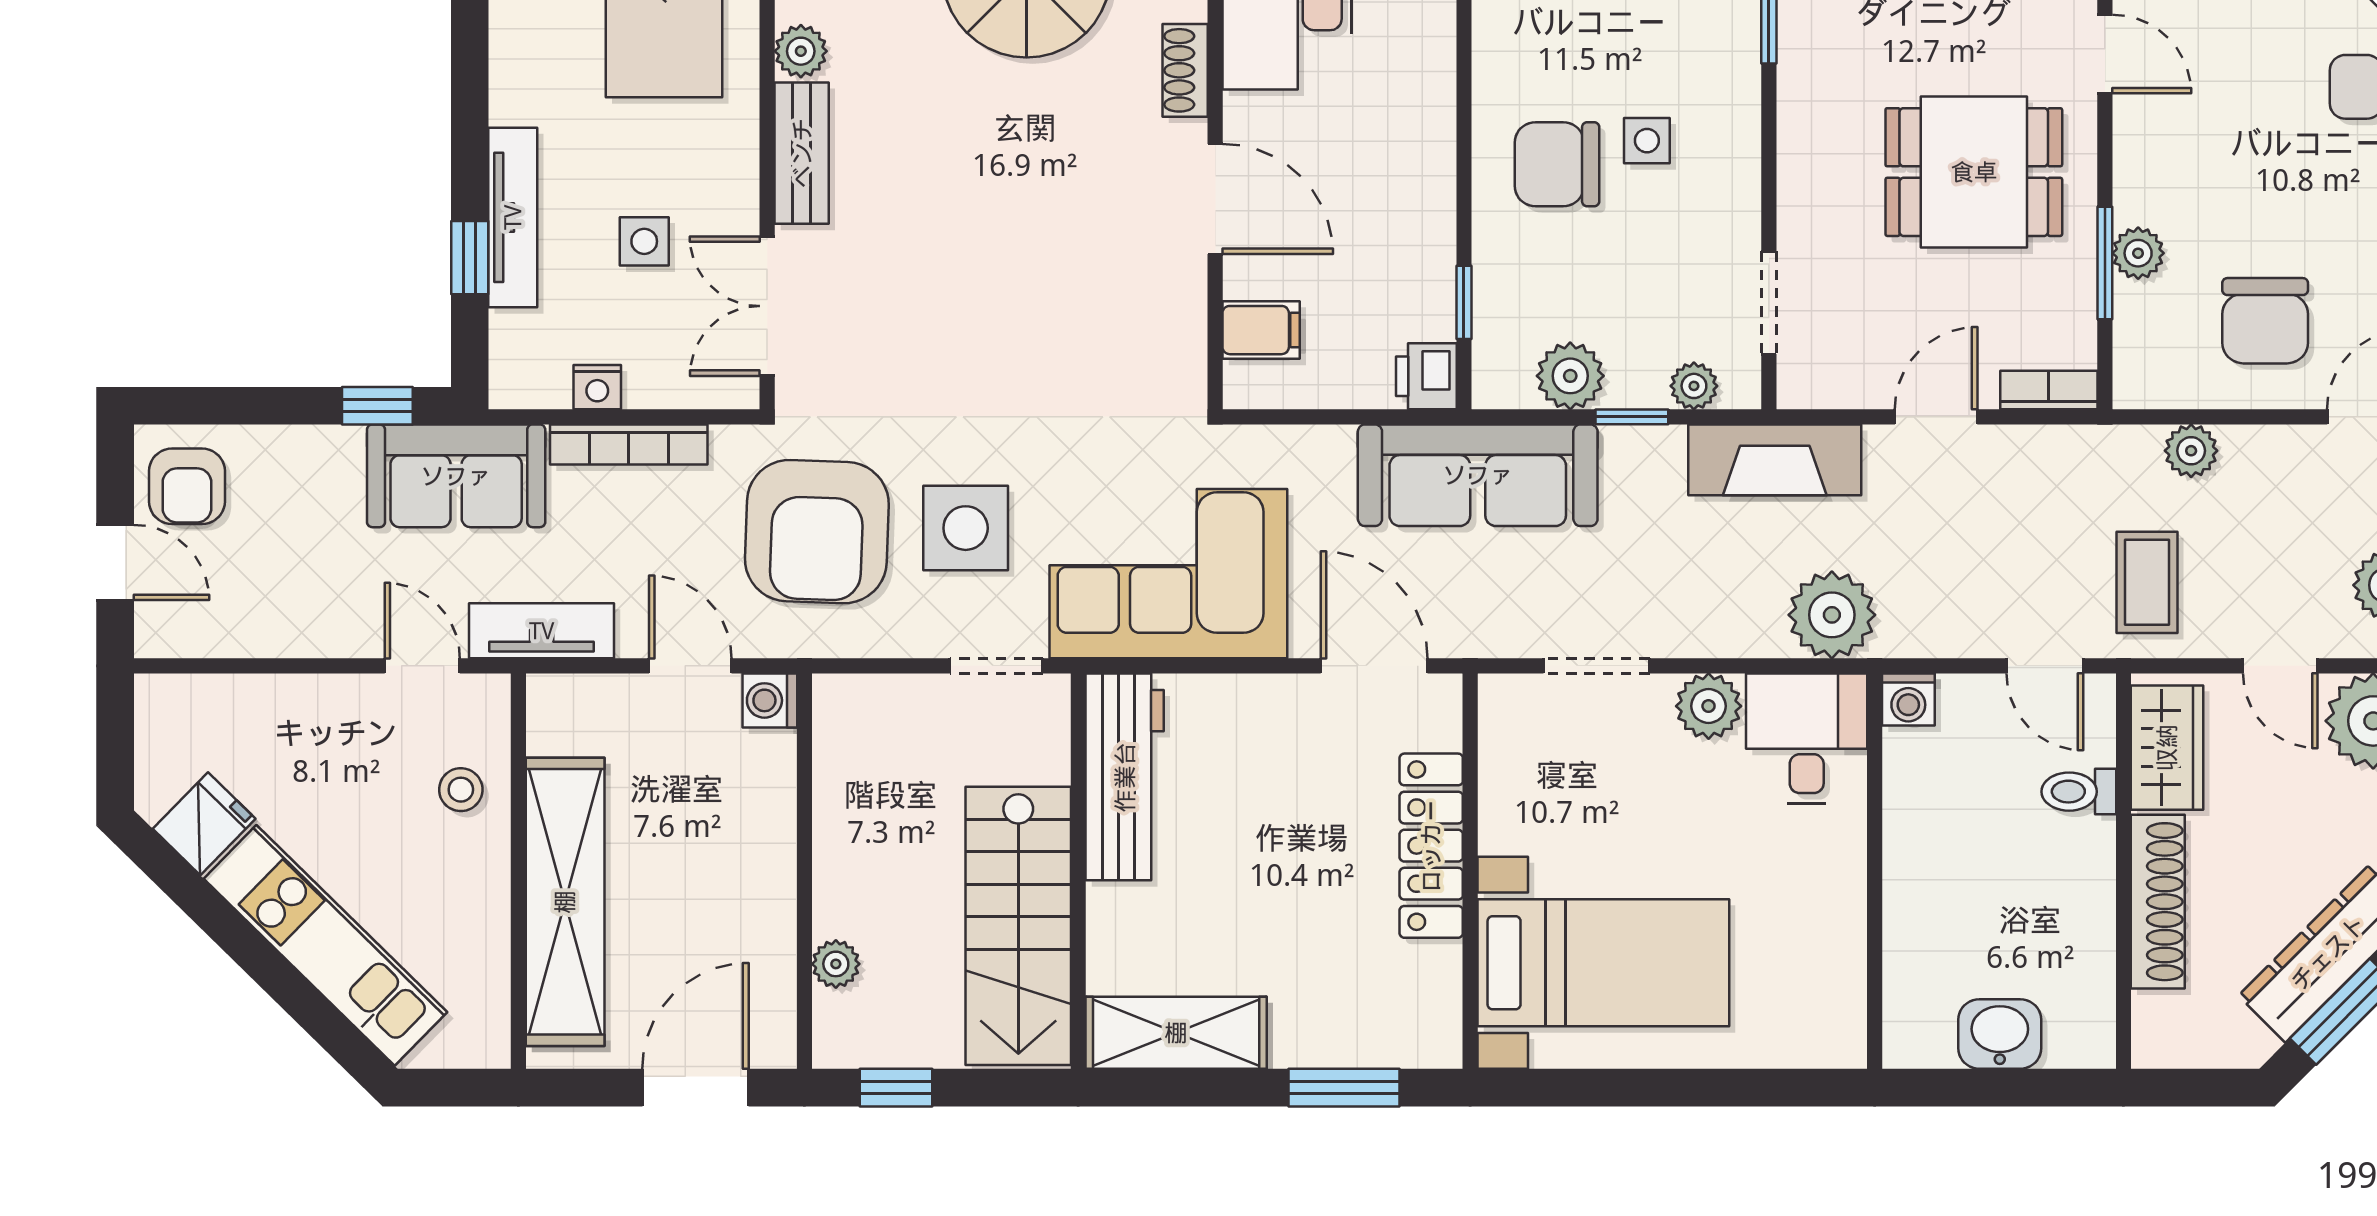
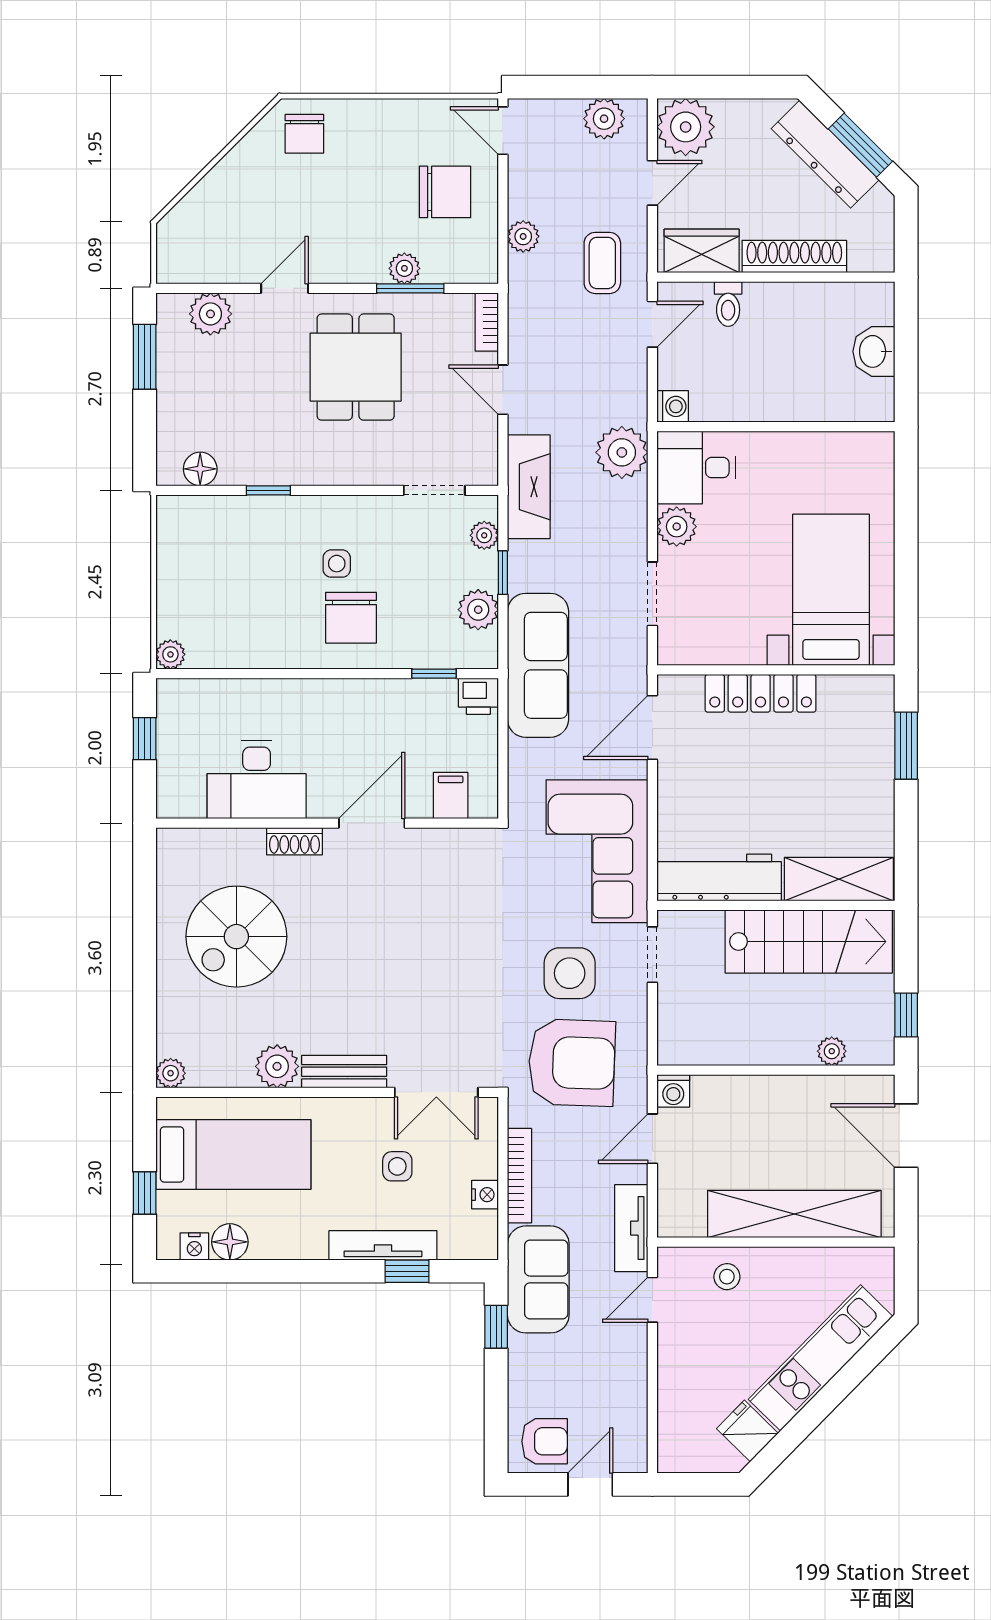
plant: (801, 51) -> (277, 1066), width x1.38, depth x1.38
coffee table: (2147, 582) -> (602, 263), turned 90
shelving: (1176, 1033) -> (839, 879), moved, turned 90

